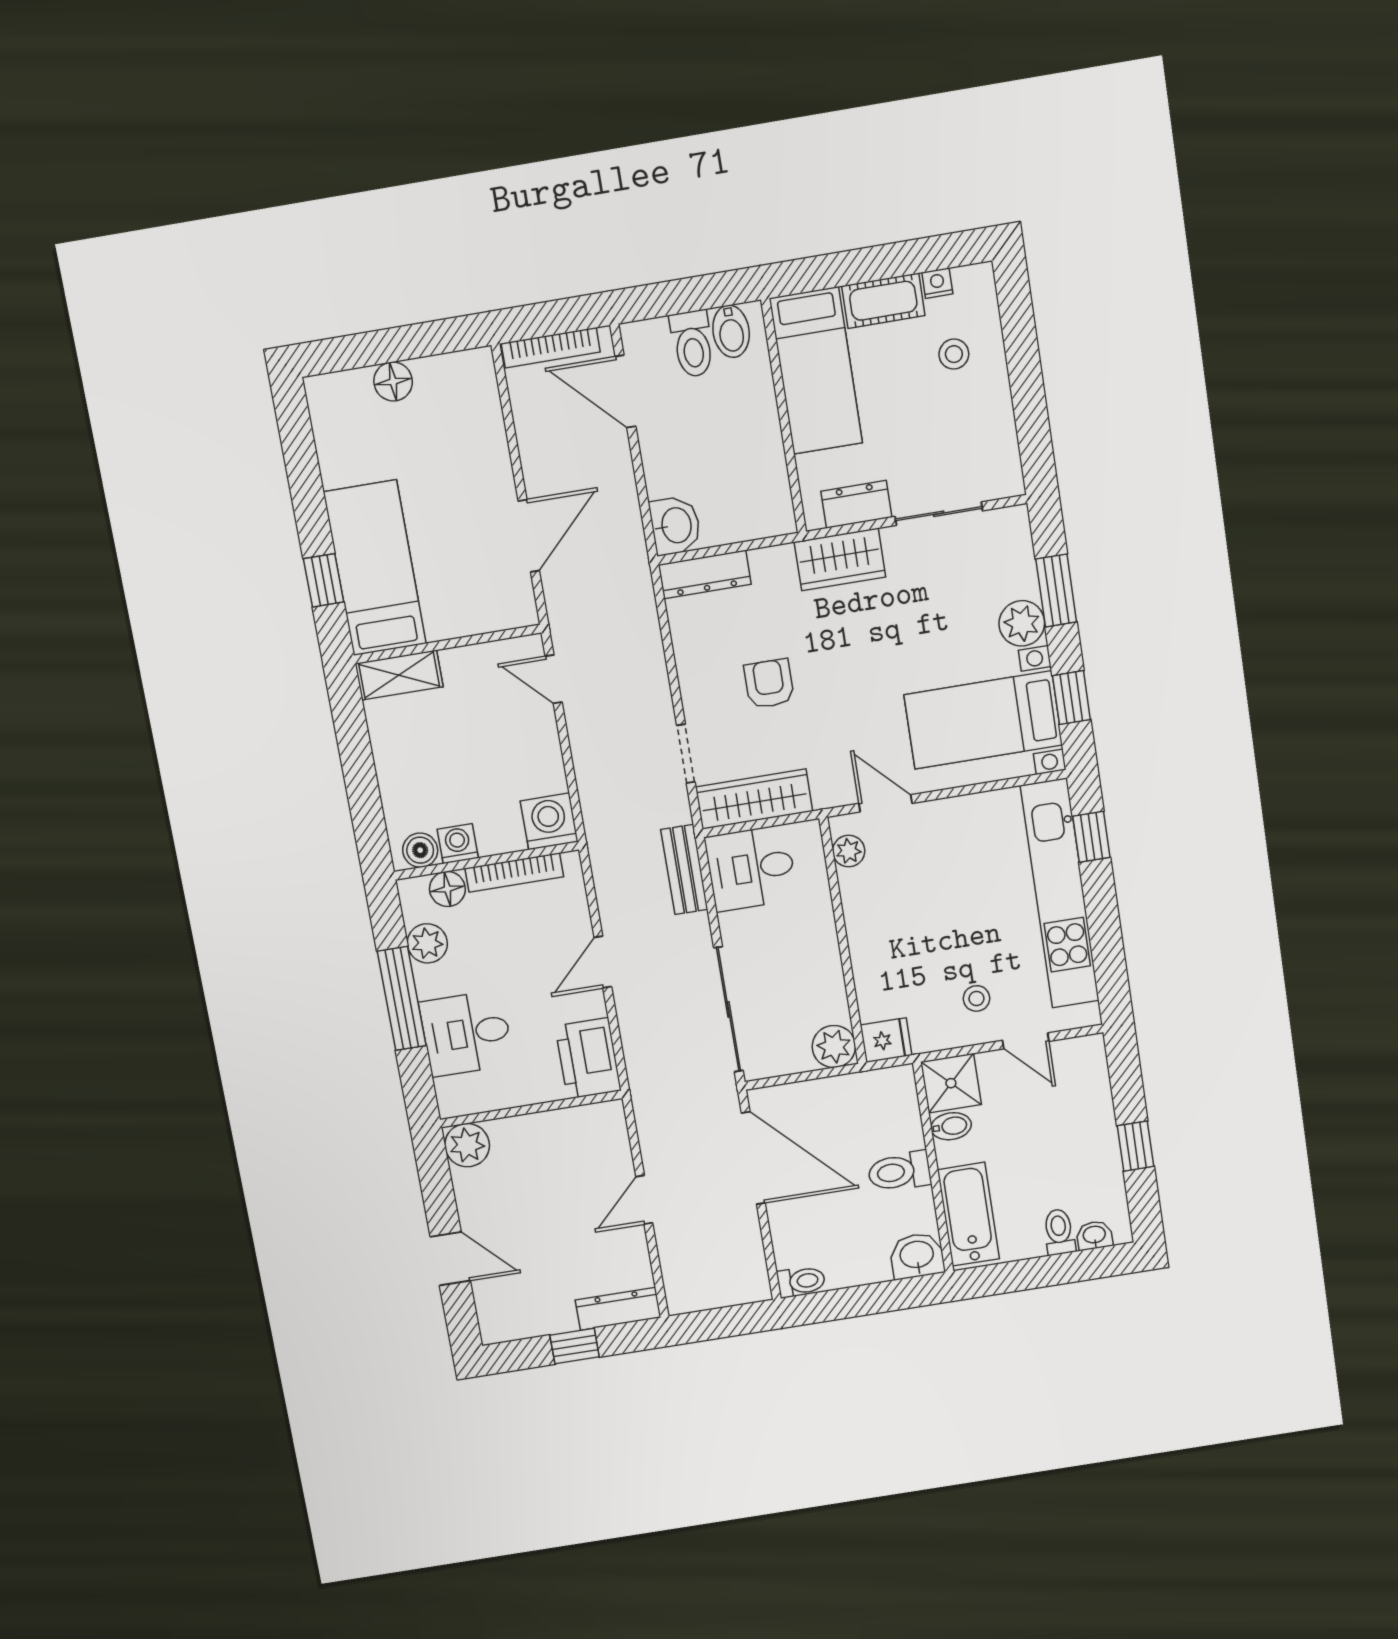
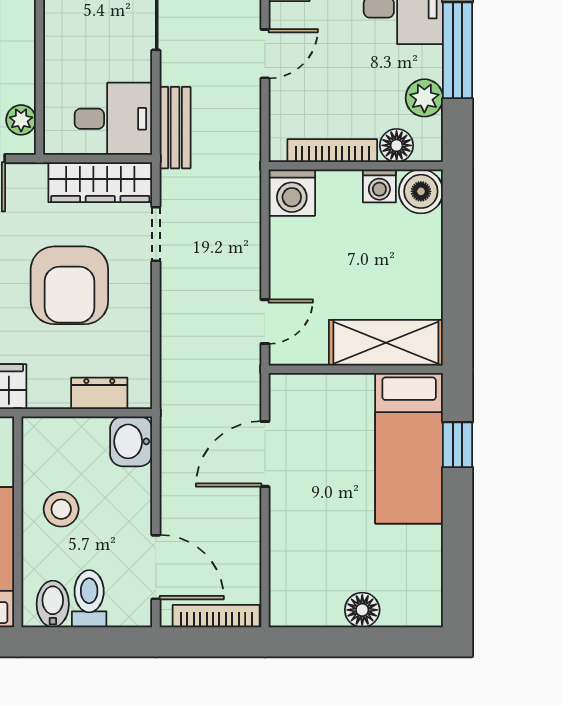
stool: (739, 438) -> (61, 509), added
dresser: (705, 574) -> (99, 393), width x0.70
shelving: (399, 675) -> (386, 343), width x1.50, depth x1.33
door: (554, 679) -> (265, 322), hinge flipped
armchair: (769, 684) -> (69, 285), width x1.88, depth x1.88
boiler: (420, 850) -> (421, 191), width x1.36, depth x1.36

